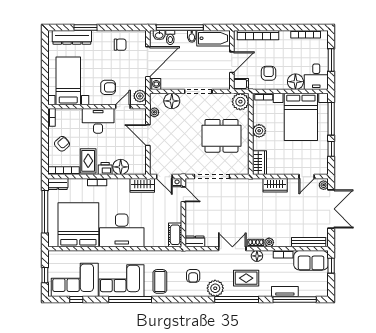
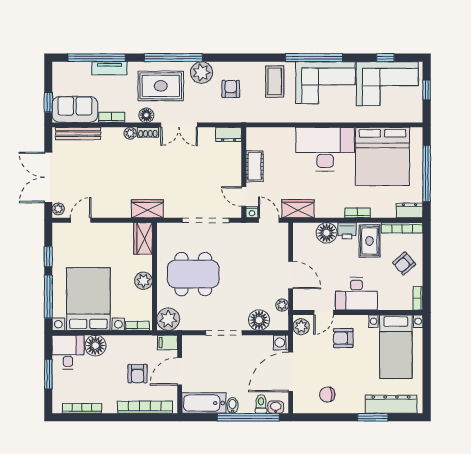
armchair: (269, 73) -> (138, 374), moved
wardrobe: (275, 185) -> (147, 209), moved
cot: (175, 235) -> (255, 166), moved
rug: (246, 278) -> (161, 86), width x1.36, depth x1.43

